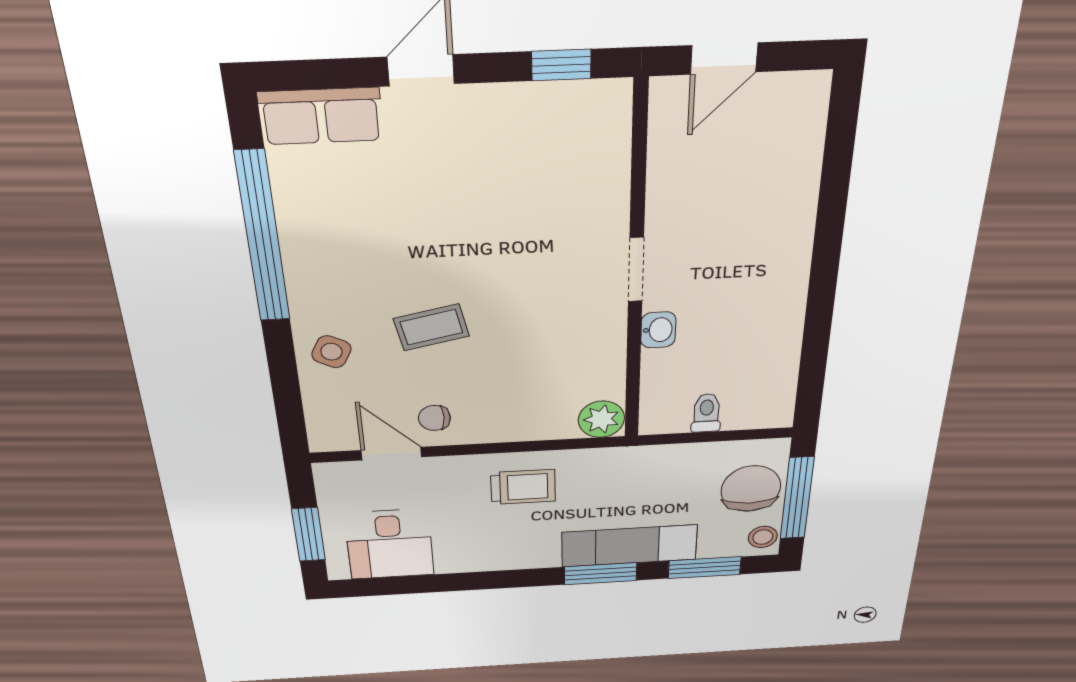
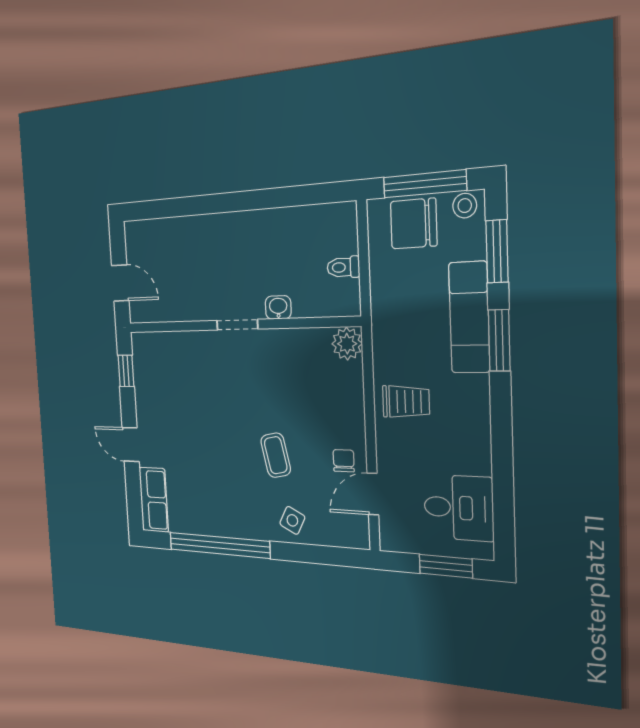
chair: (434, 418) -> (344, 461), turned 180
trolley: (523, 487) -> (406, 402), turned 90

